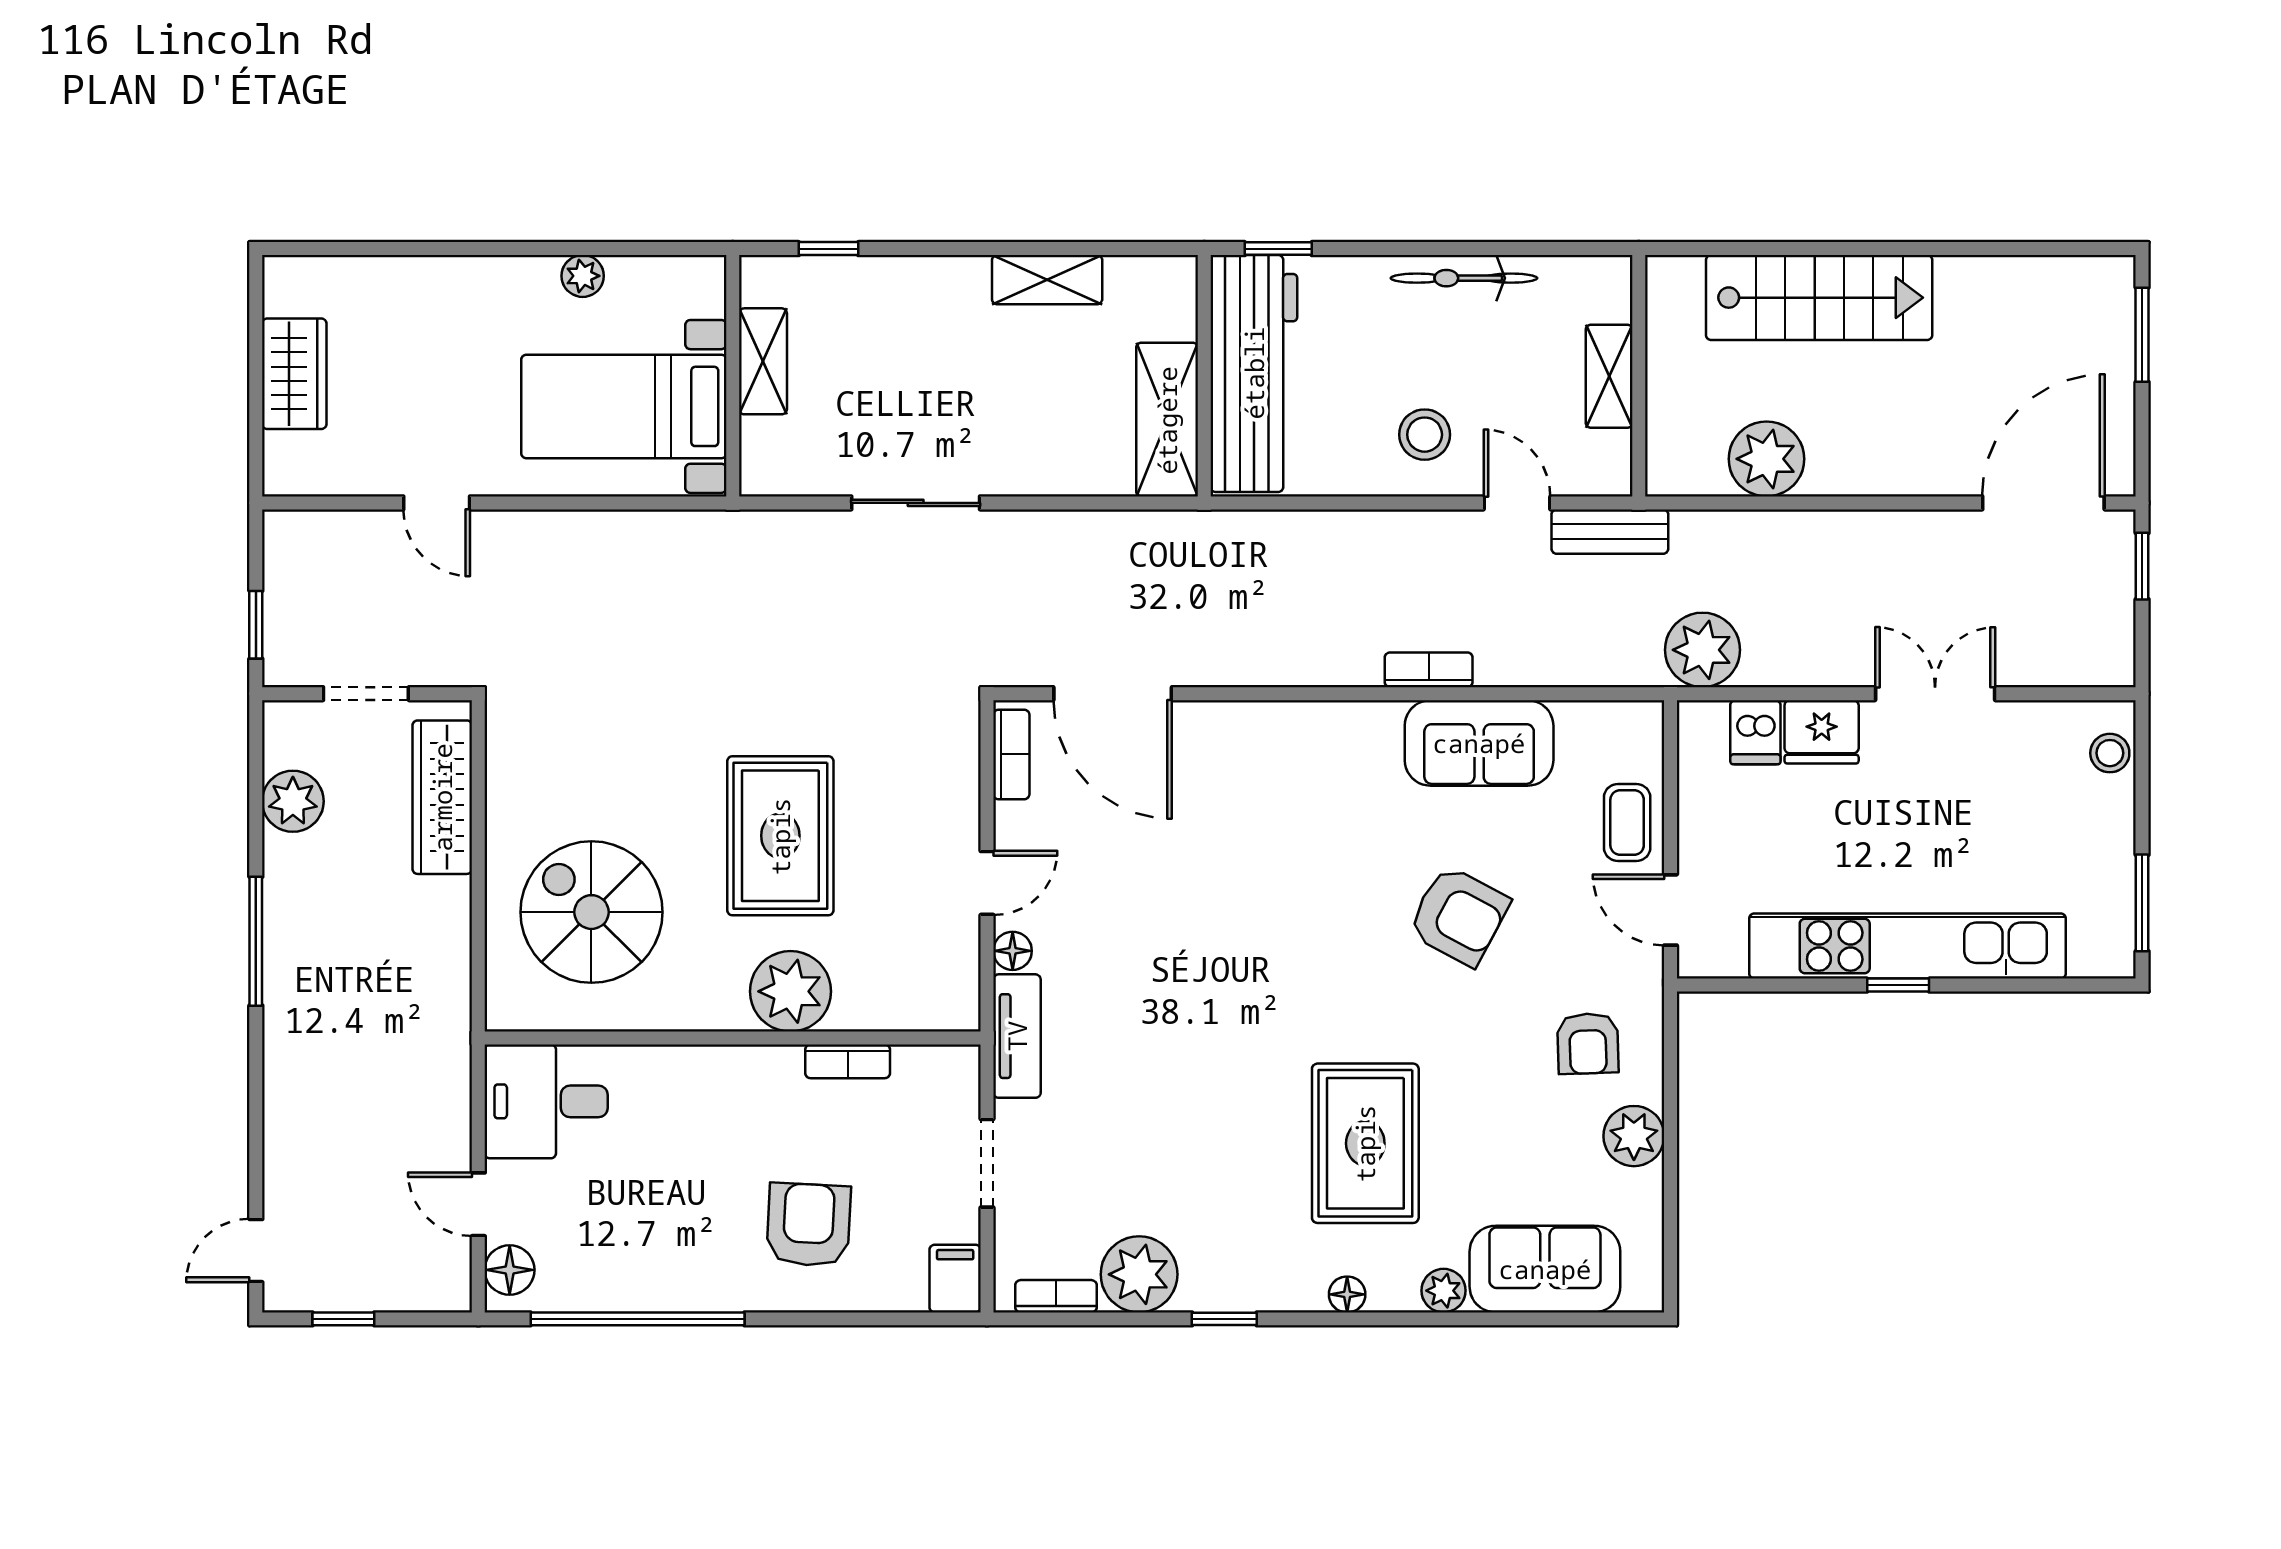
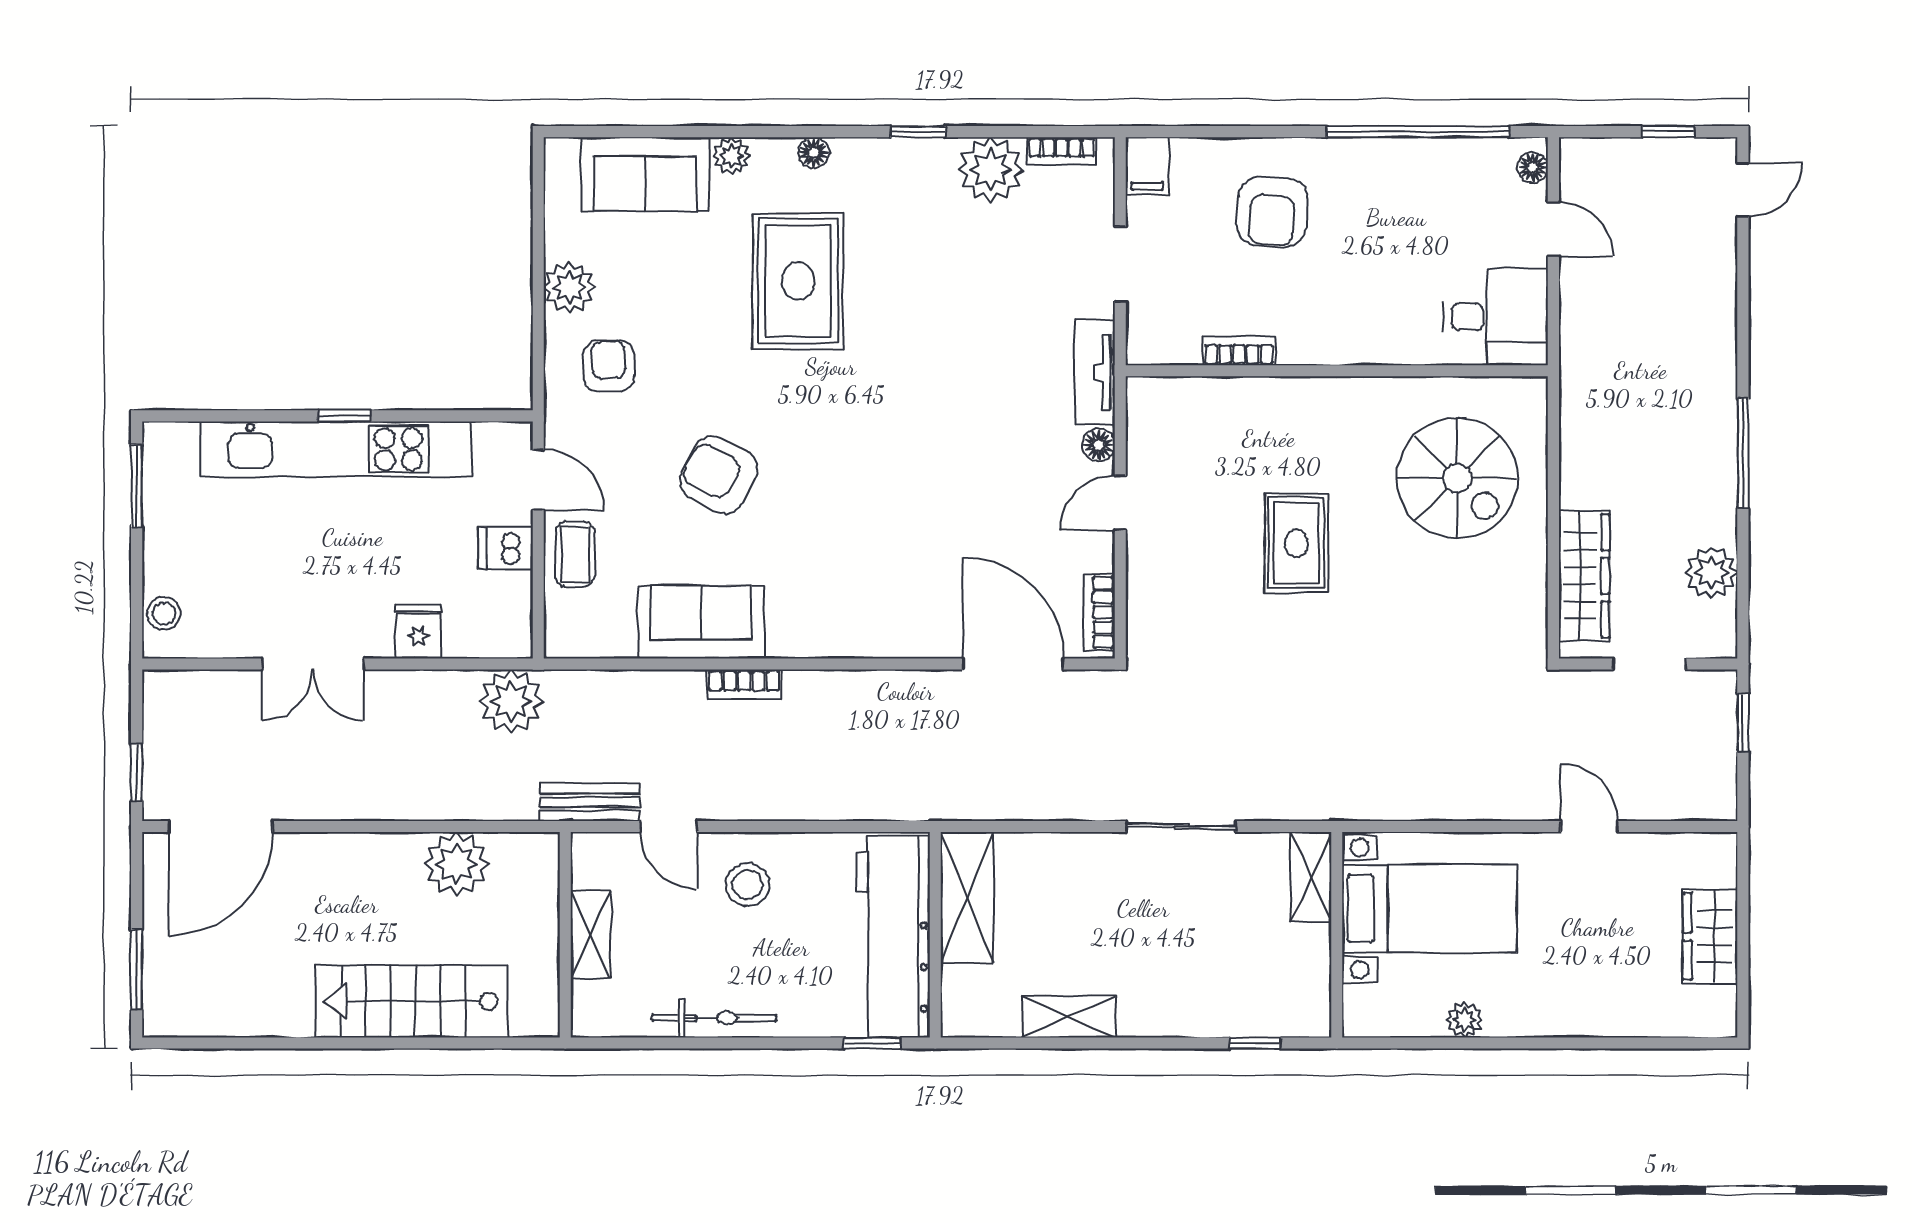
shelving: (763, 361) -> (1311, 877), moved
dishwasher: (1755, 732) -> (505, 548), moved, turned -90
fridge: (1822, 732) -> (418, 632), width x0.72
rug: (780, 836) -> (1296, 543), width x0.73, depth x0.70
plant: (790, 991) -> (1288, 411), removed
floor lamp: (510, 1270) -> (1533, 168), width x0.73, depth x0.73

